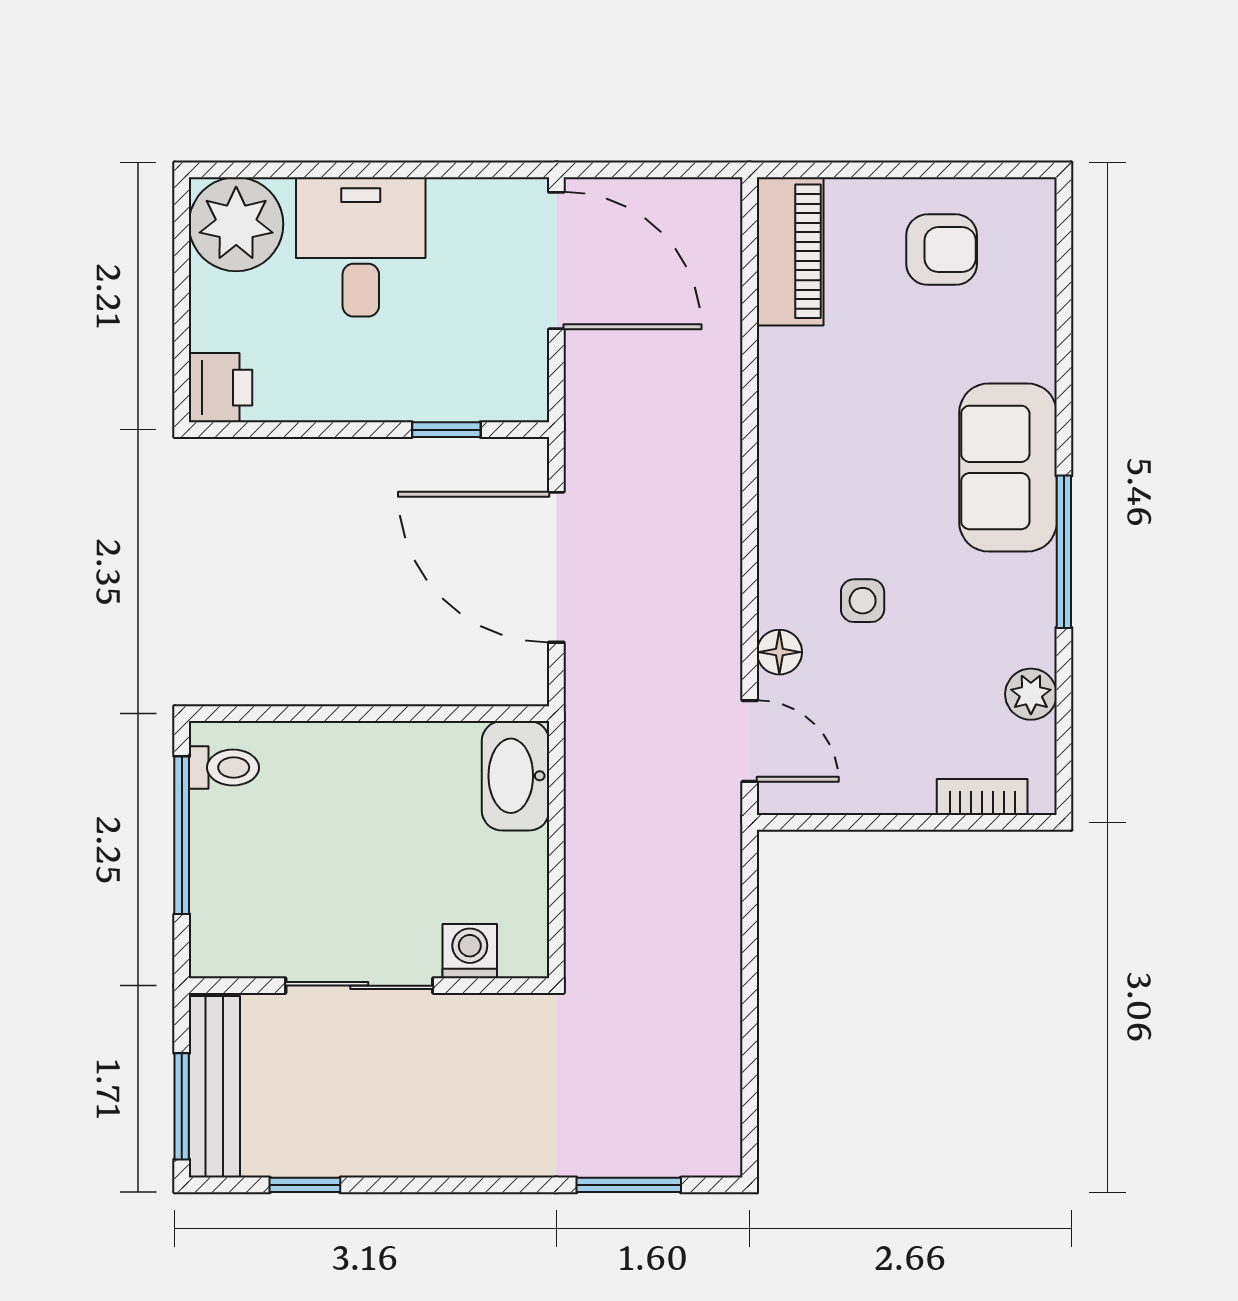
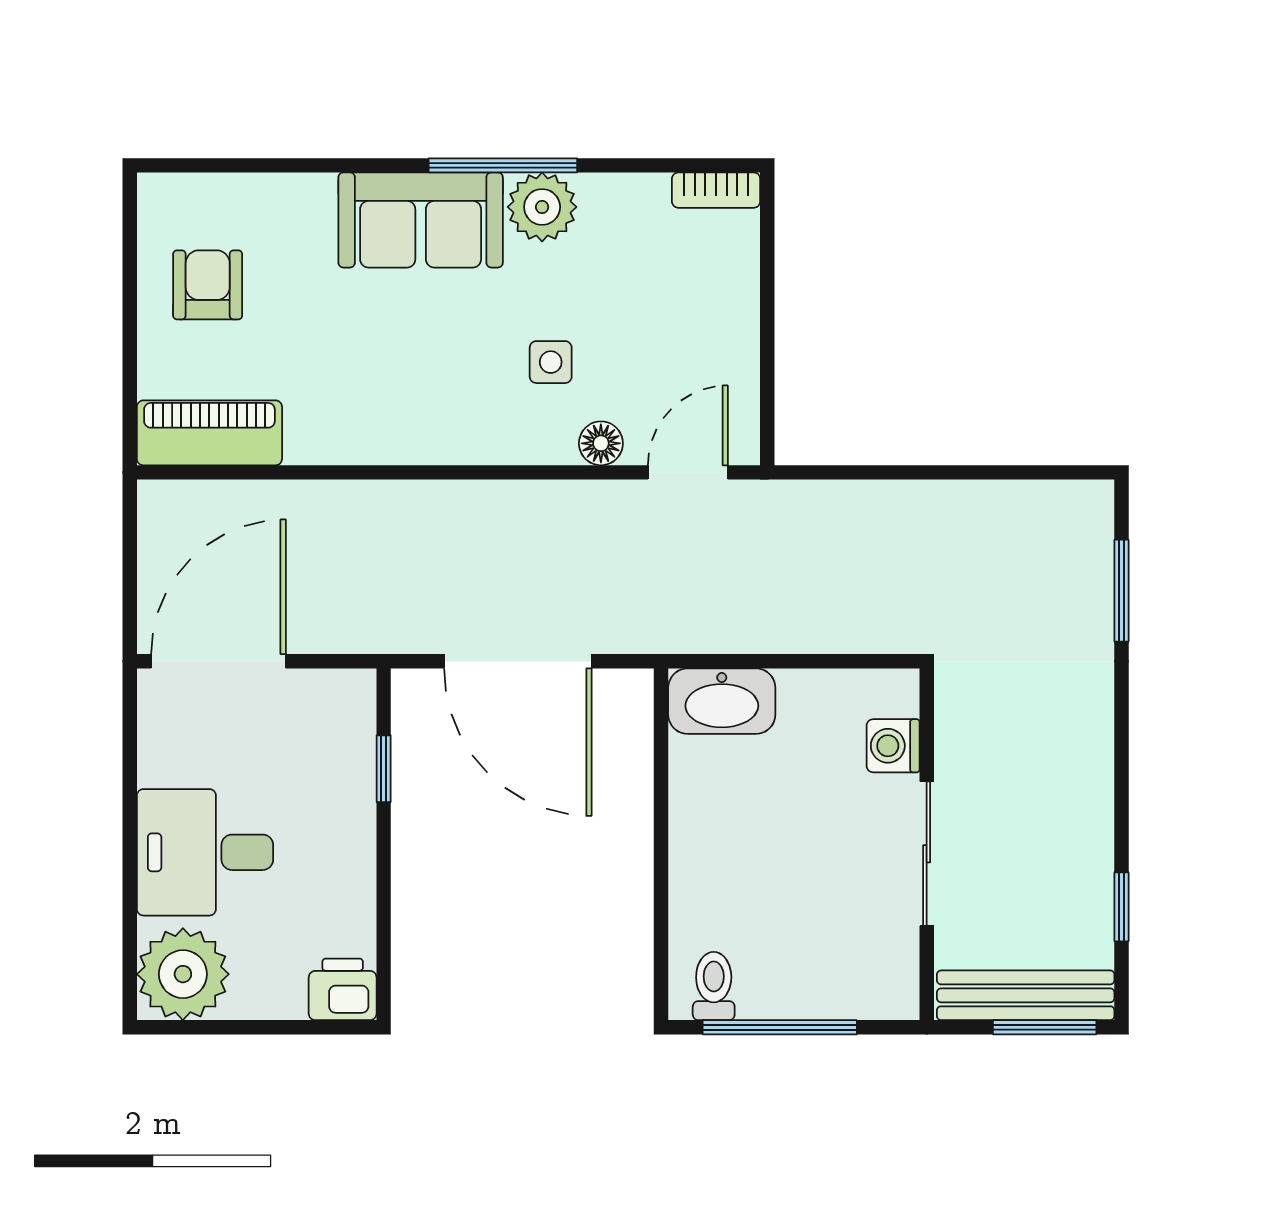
door: (556, 567) -> (518, 661), hinge flipped
plant: (1031, 694) -> (542, 207), moved, width x1.38, depth x1.38
bookcase: (982, 797) -> (716, 190), moved, turned -90

